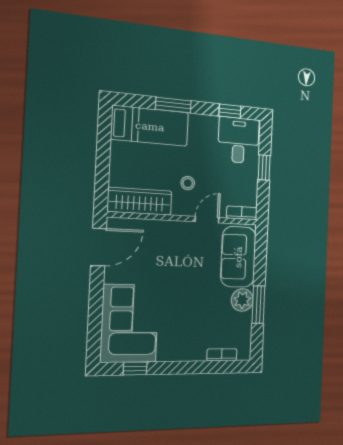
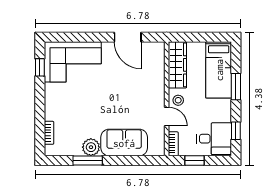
wardrobe: (140, 201) -> (177, 65), moved
bookcase: (242, 213) -> (173, 144), moved
wall: (184, 218) -> (167, 99), moved
door: (207, 220) -> (167, 116), moved

